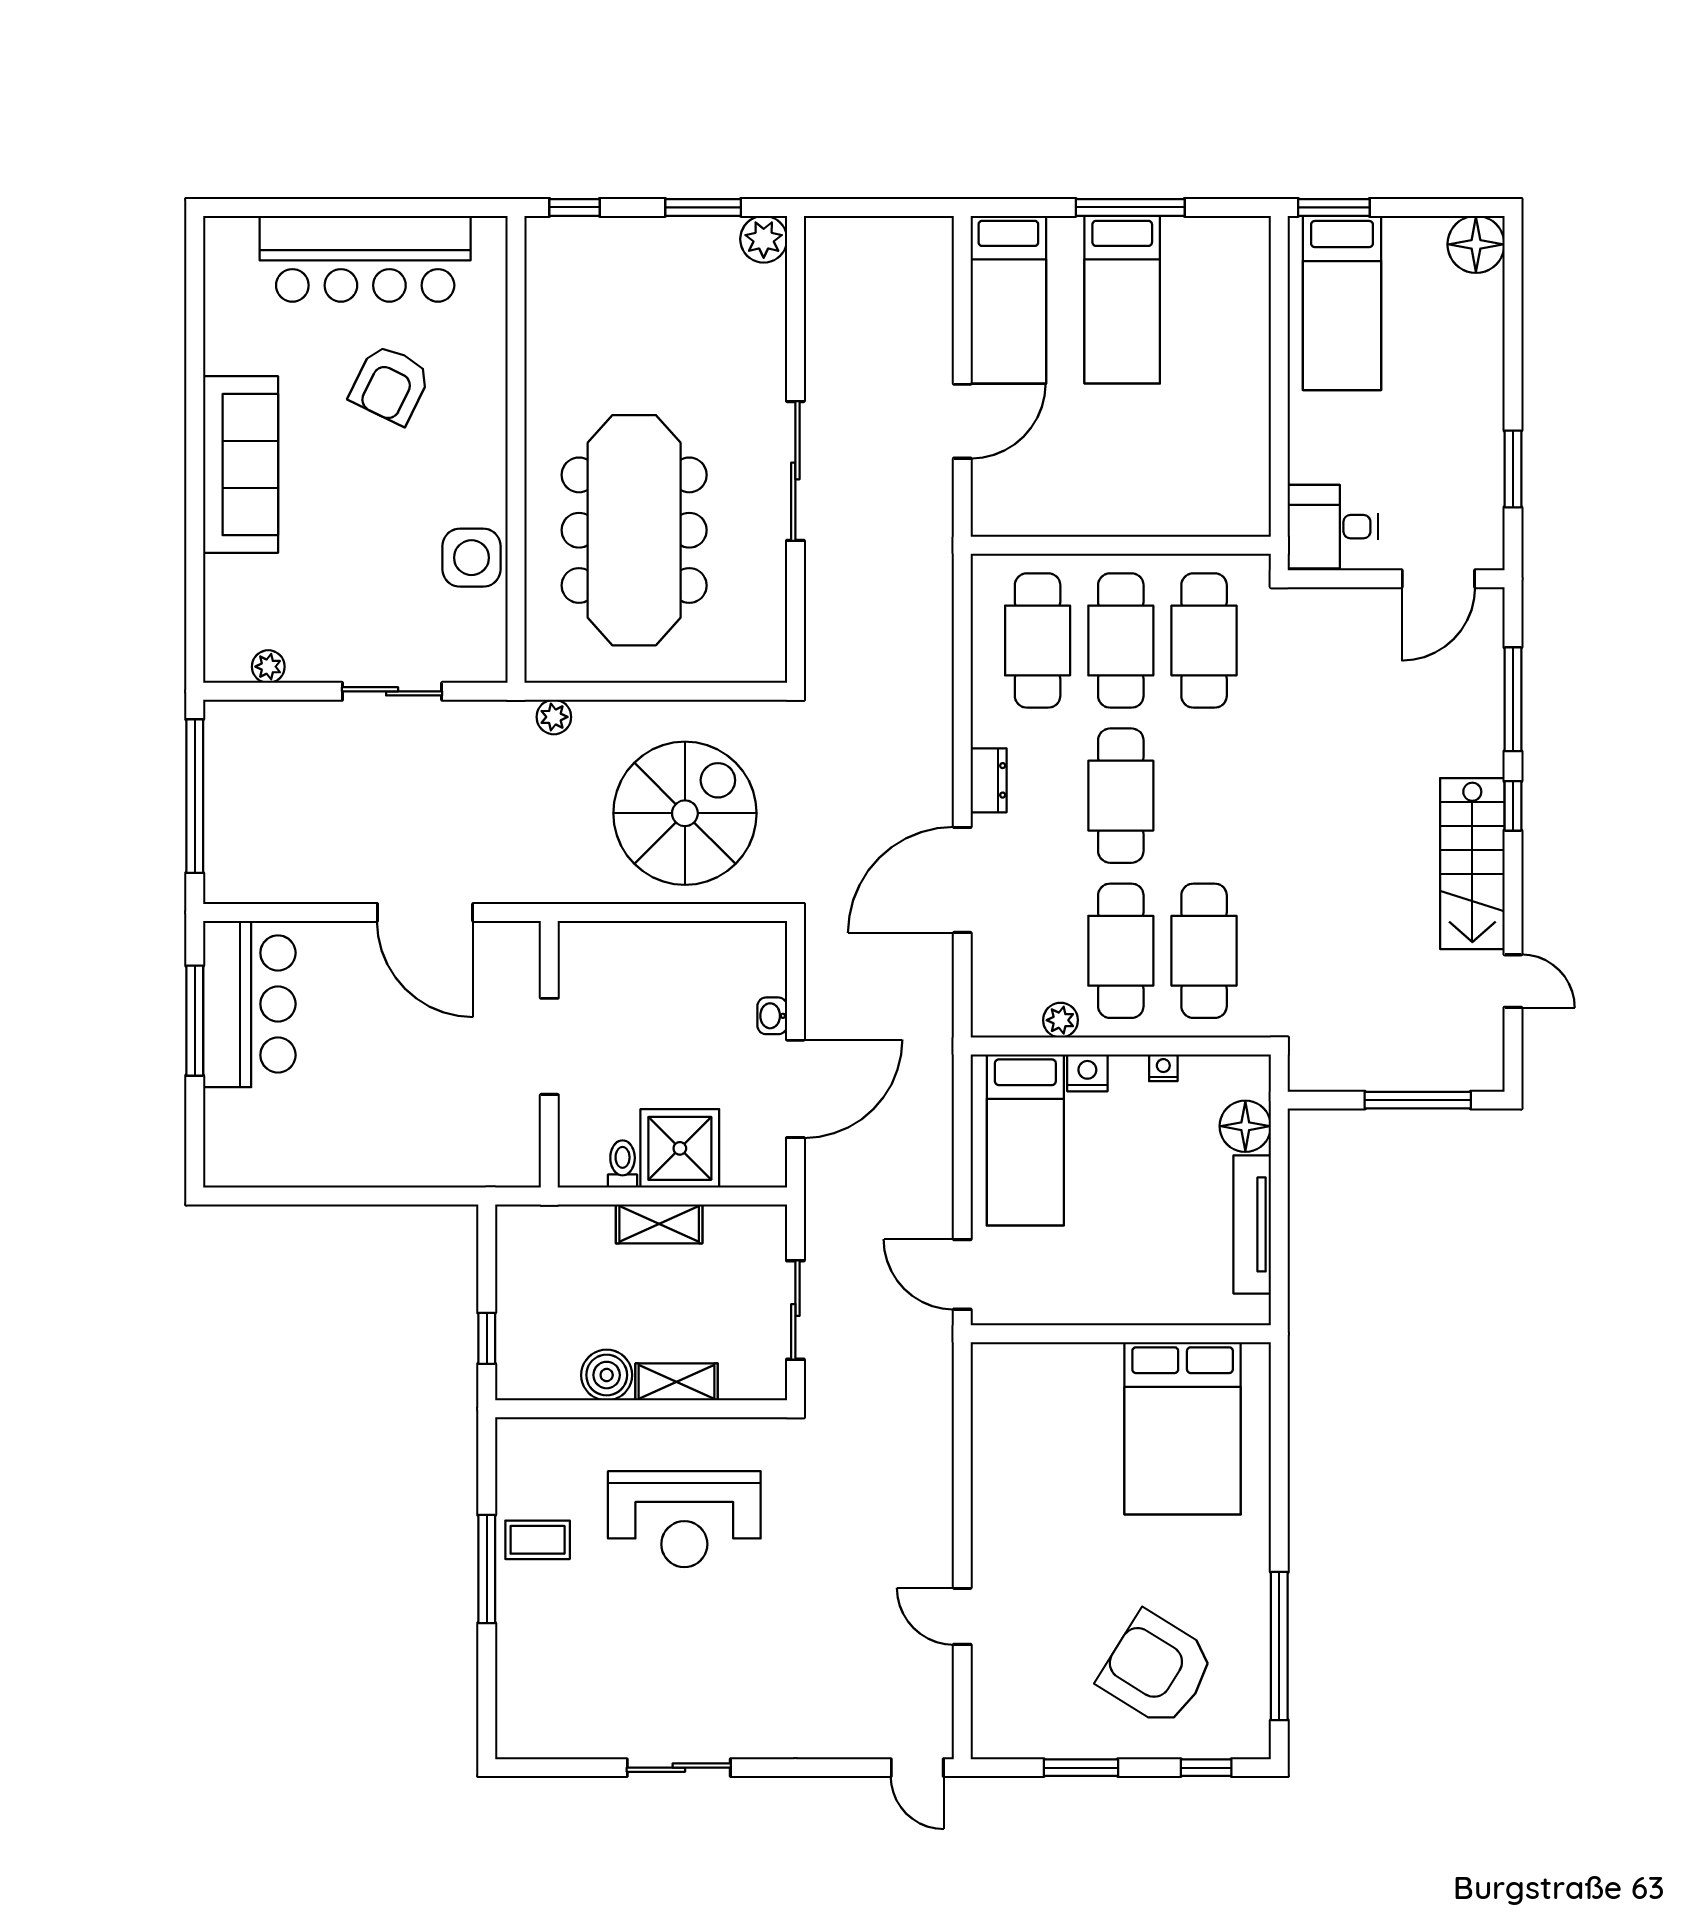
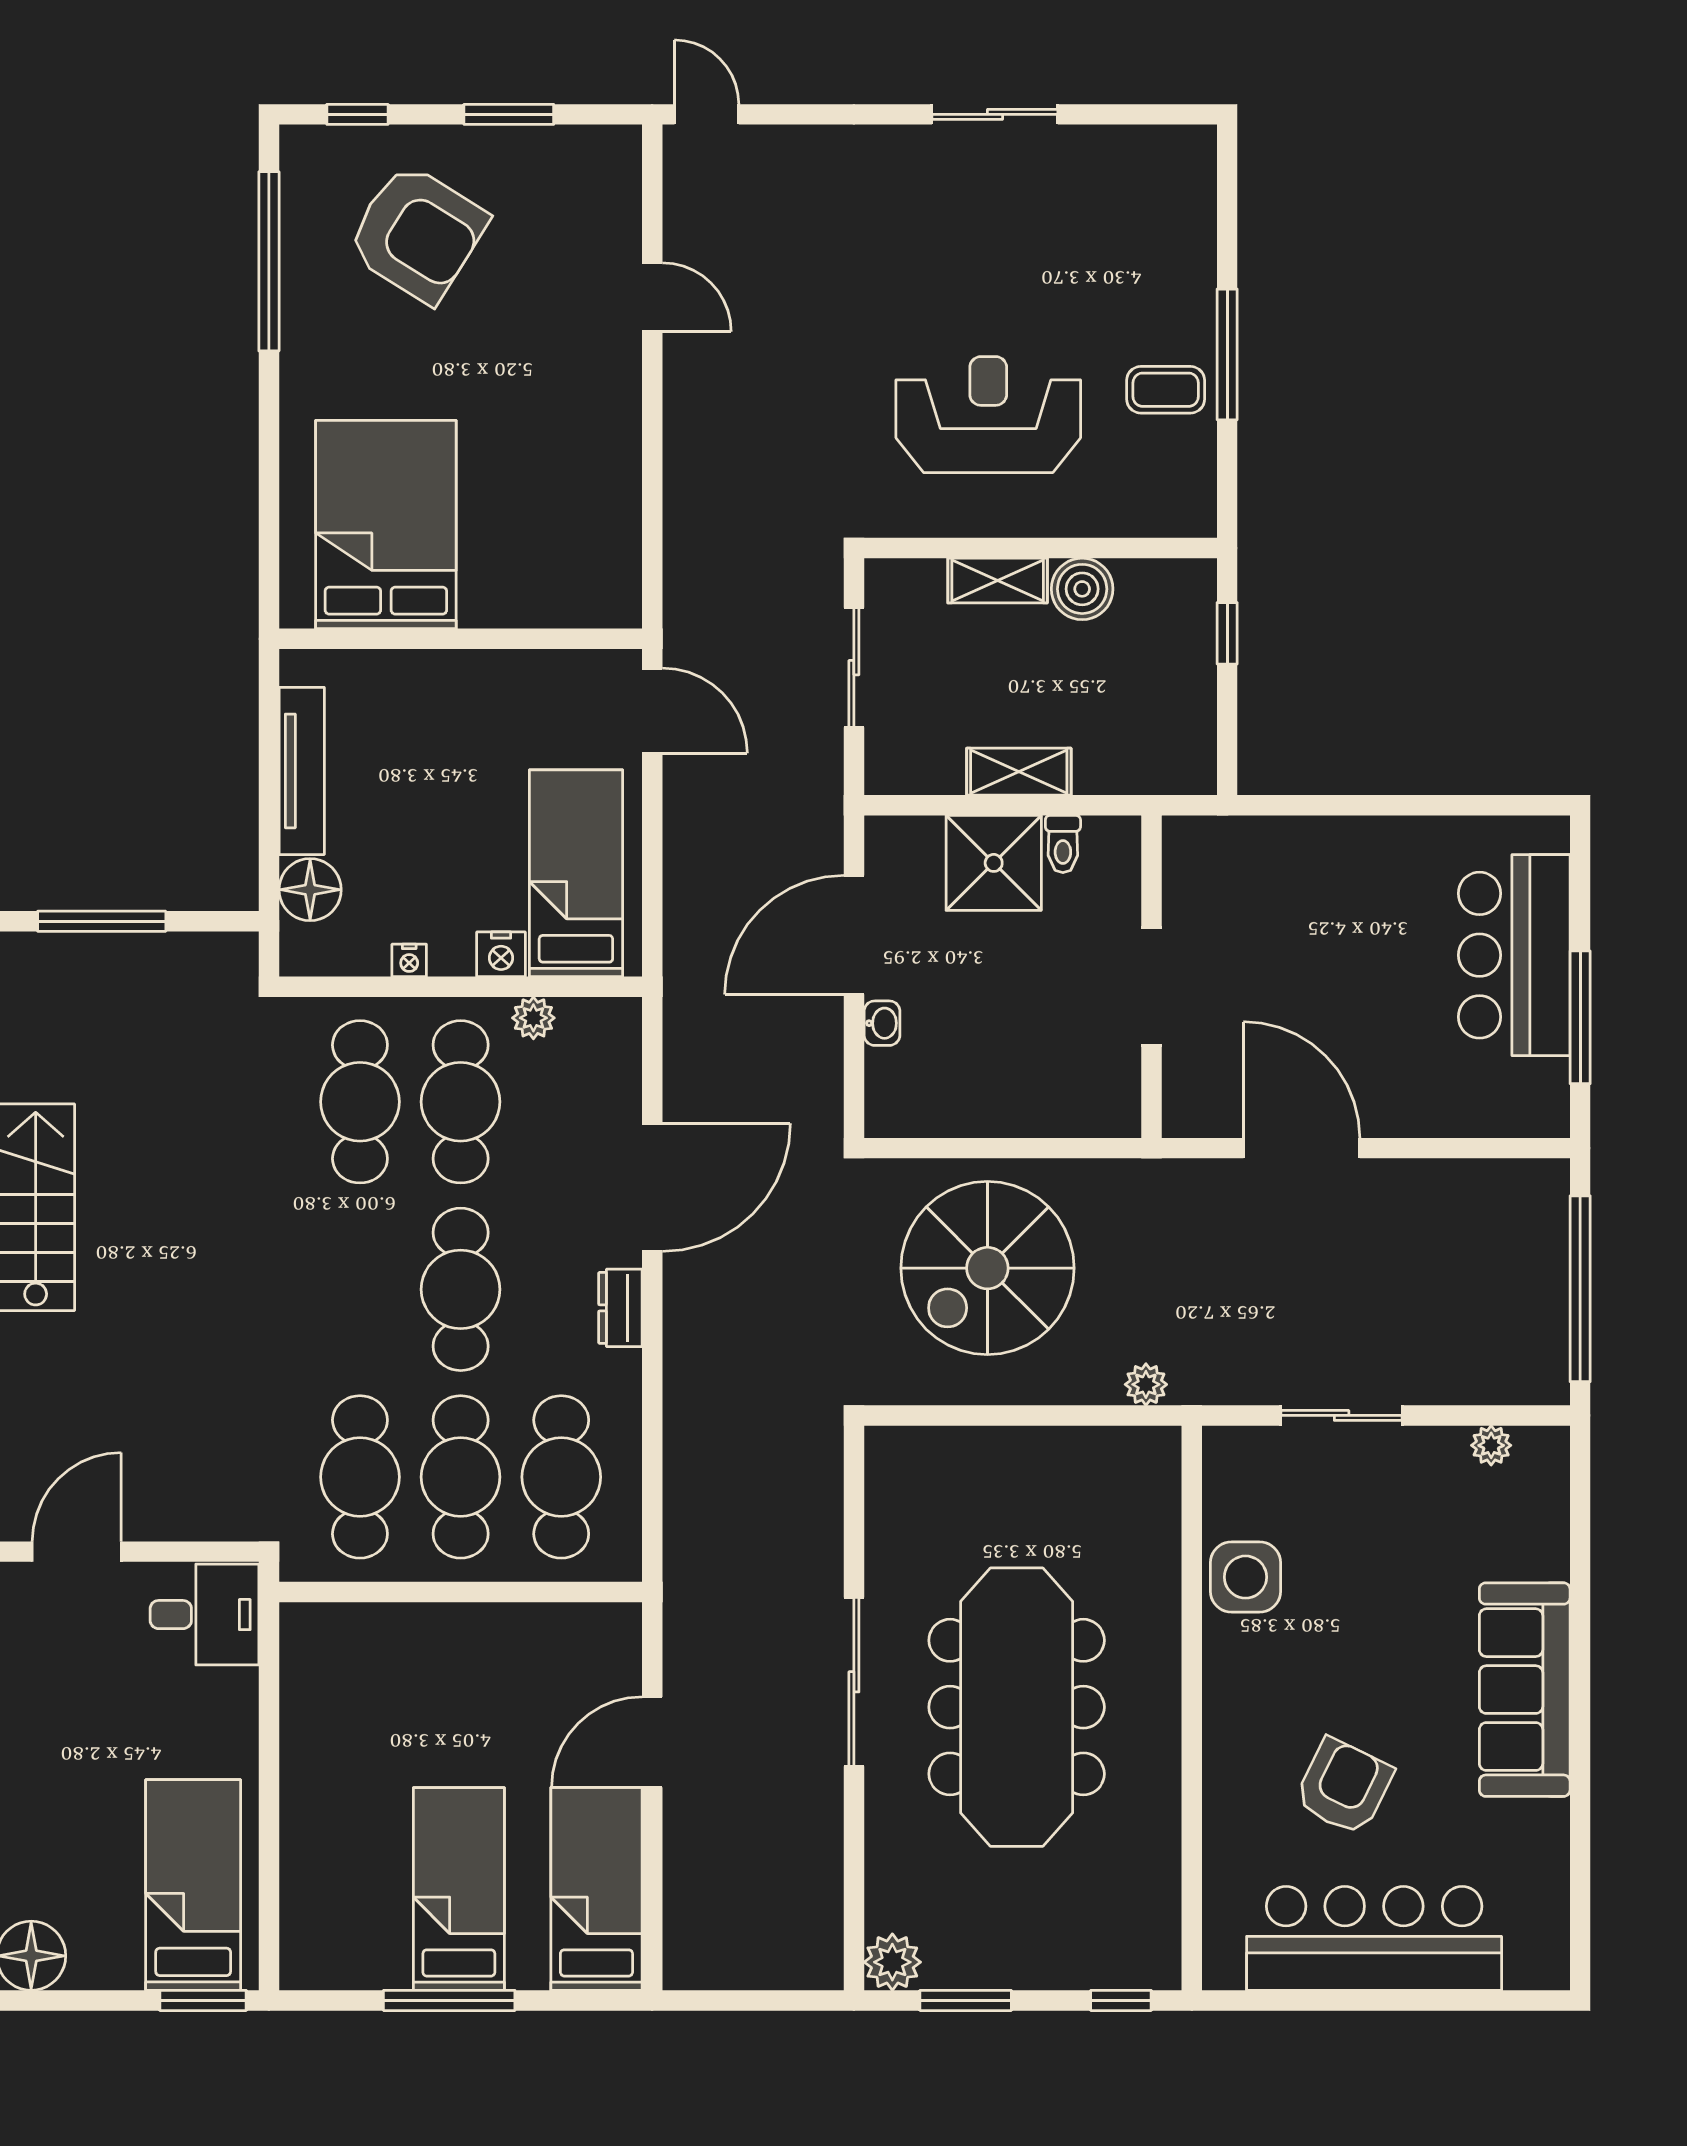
meeting table: (634, 530) -> (1017, 1707), moved
bar counter: (249, 1004) -> (1514, 955), moved

